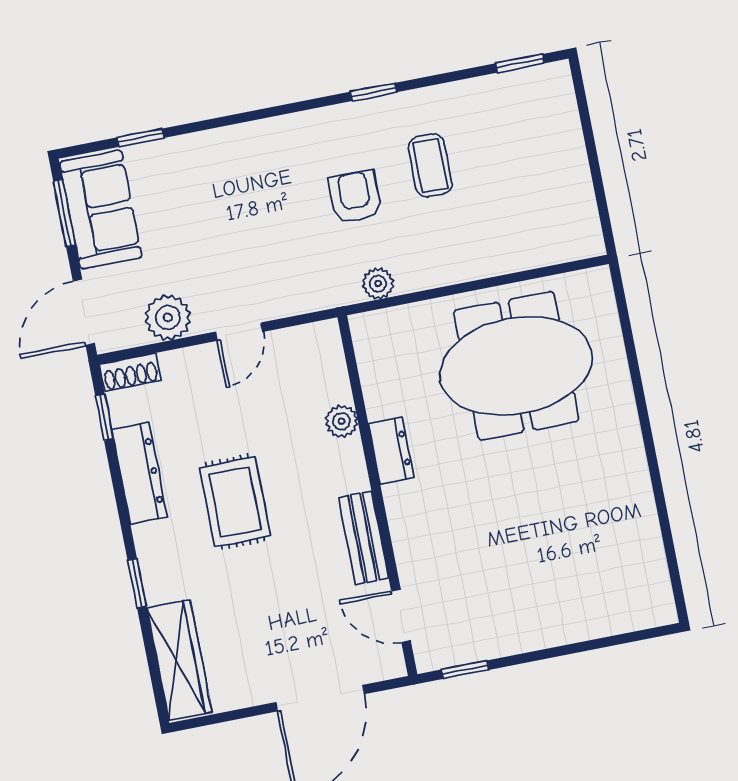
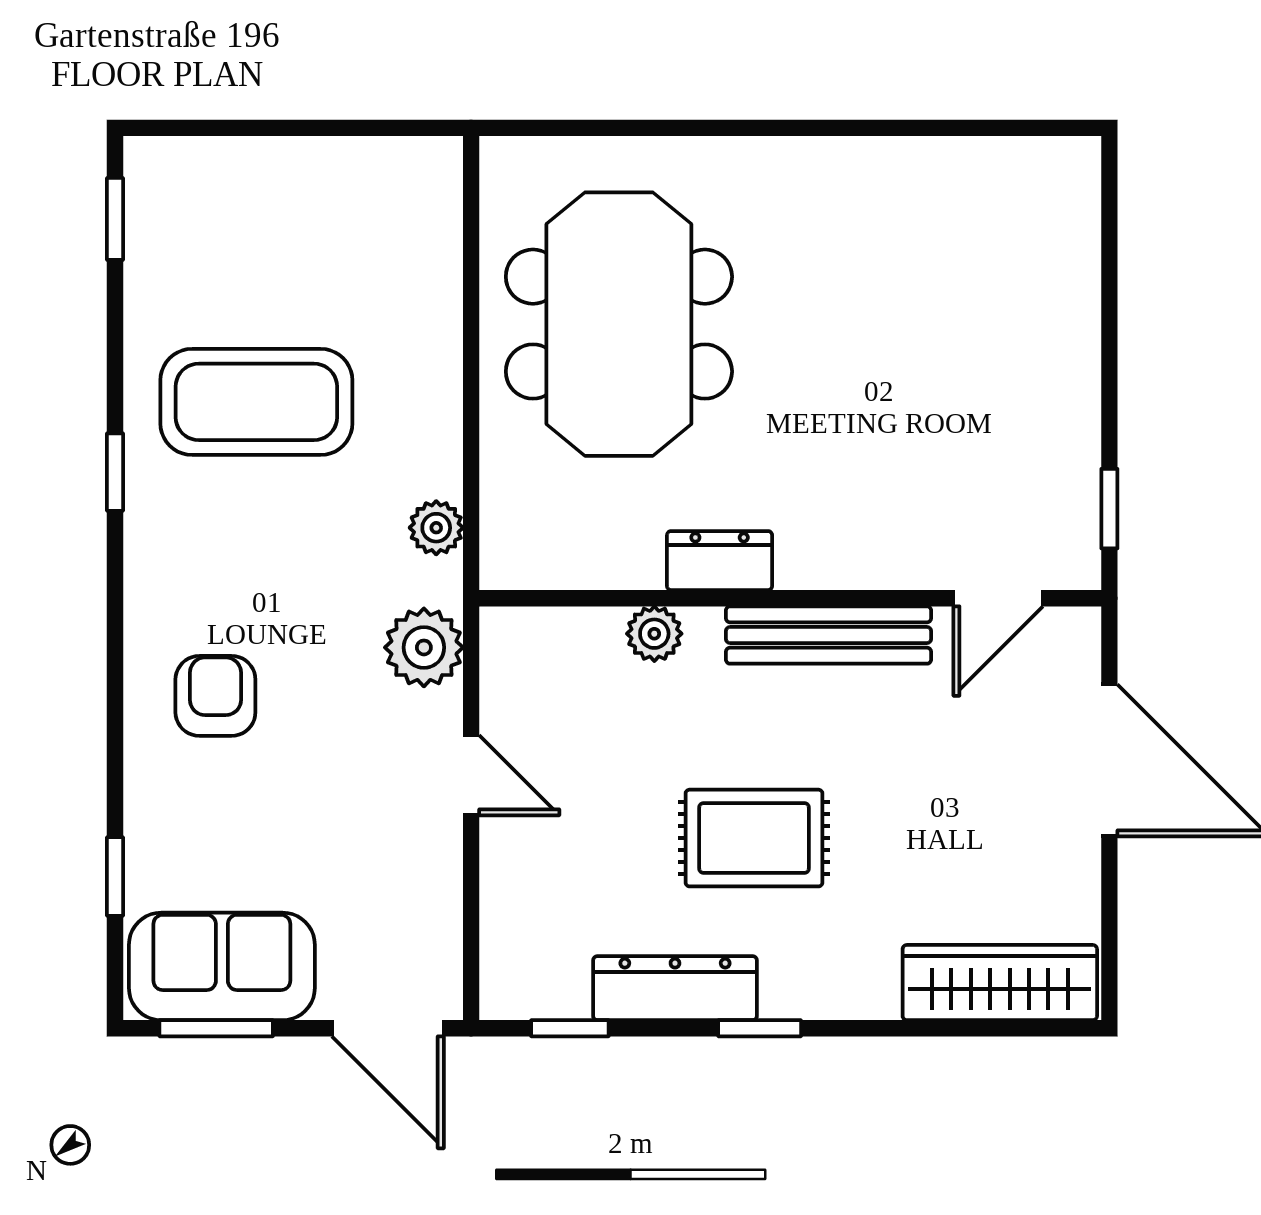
coffee table: (430, 166) -> (256, 402), width x1.86, depth x1.72
armchair: (355, 197) -> (215, 696), moved, turned 90
plant: (168, 317) -> (424, 647), moved
shoe rack: (130, 372) -> (503, 971), removed
bench: (364, 538) -> (829, 635), width x1.36
window: (137, 583) -> (760, 1028), moved

